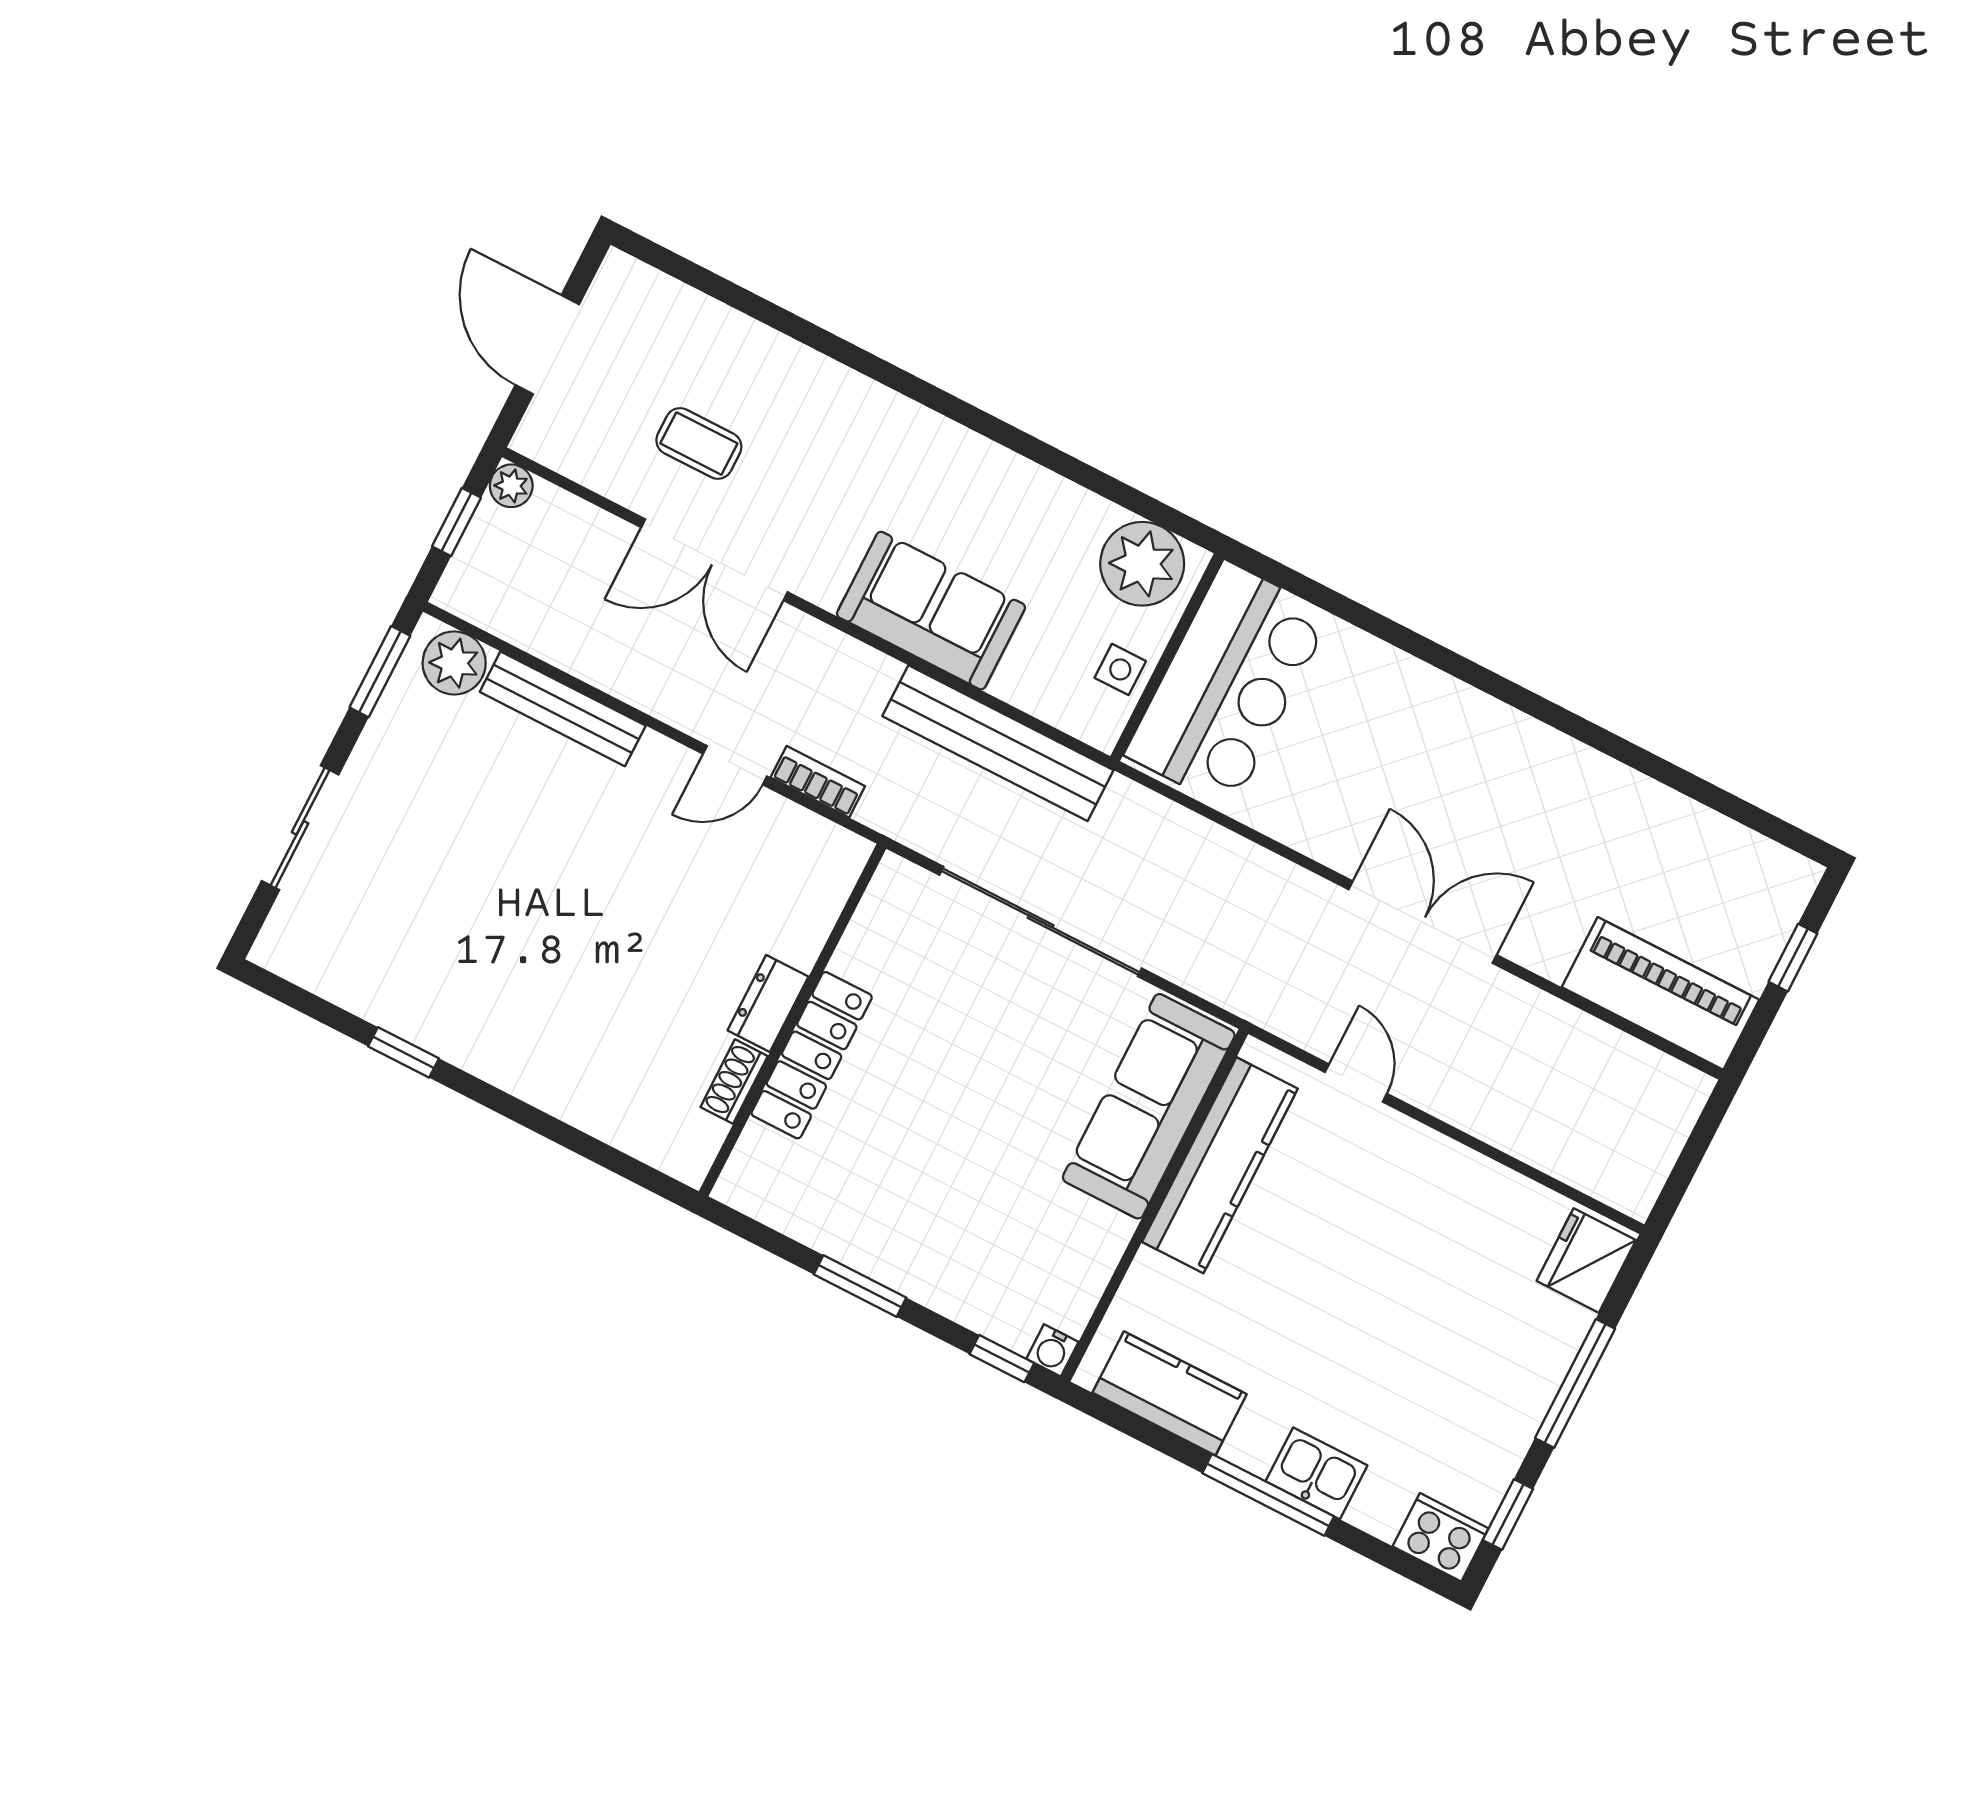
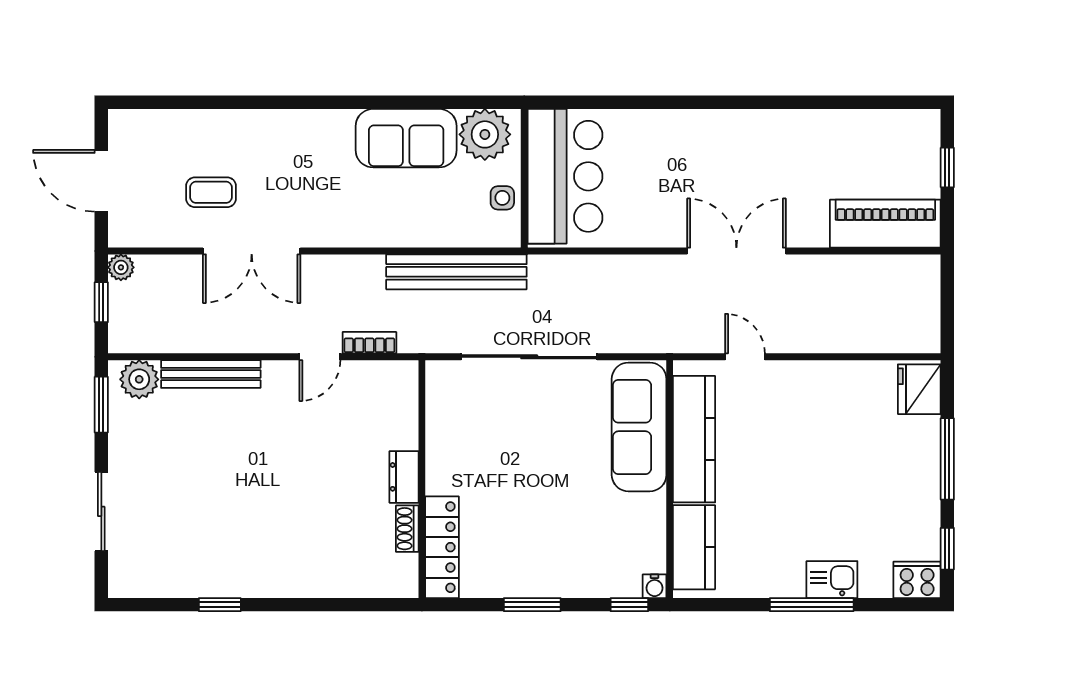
sofa: (931, 611) -> (406, 138), moved, turned 180
locker: (812, 1055) -> (442, 547), moved
kitchen counter: (1170, 1393) -> (694, 547), moved, turned 90

